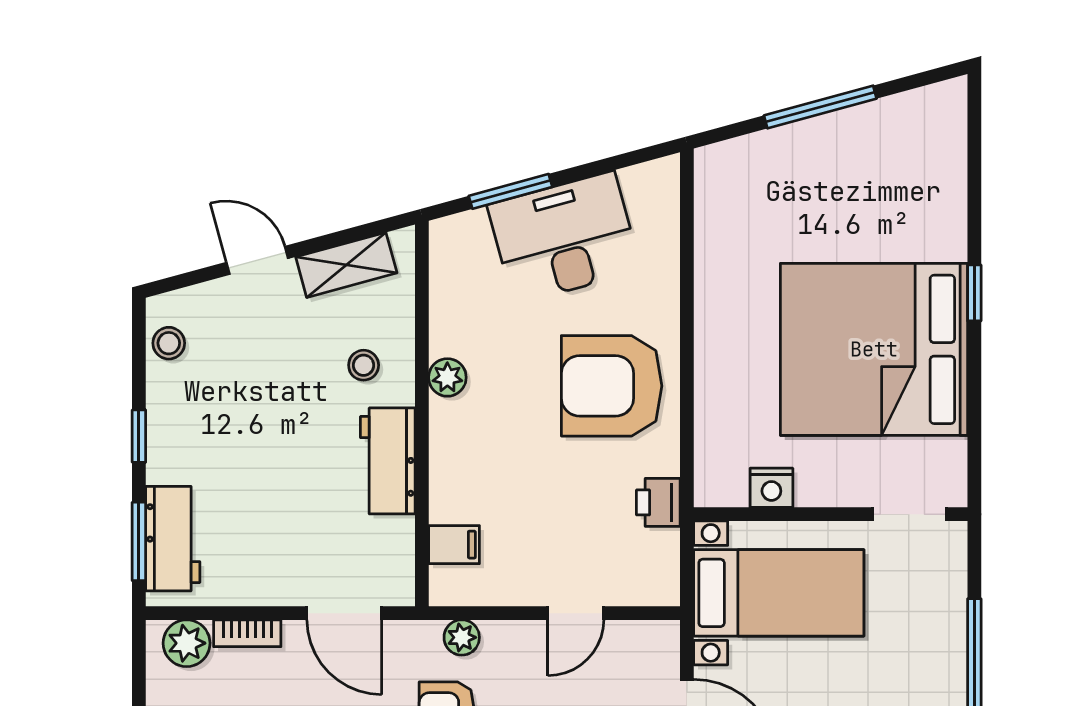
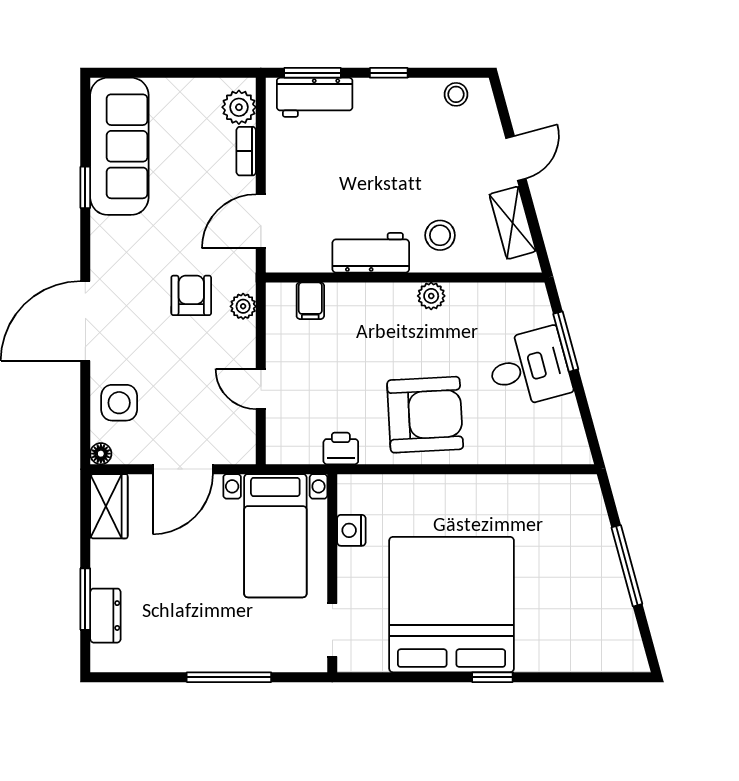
desk: (564, 238) -> (529, 368), width x0.73
stool: (364, 365) -> (440, 235), width x1.37, depth x1.37
armchair: (612, 386) -> (425, 415), turned 87

